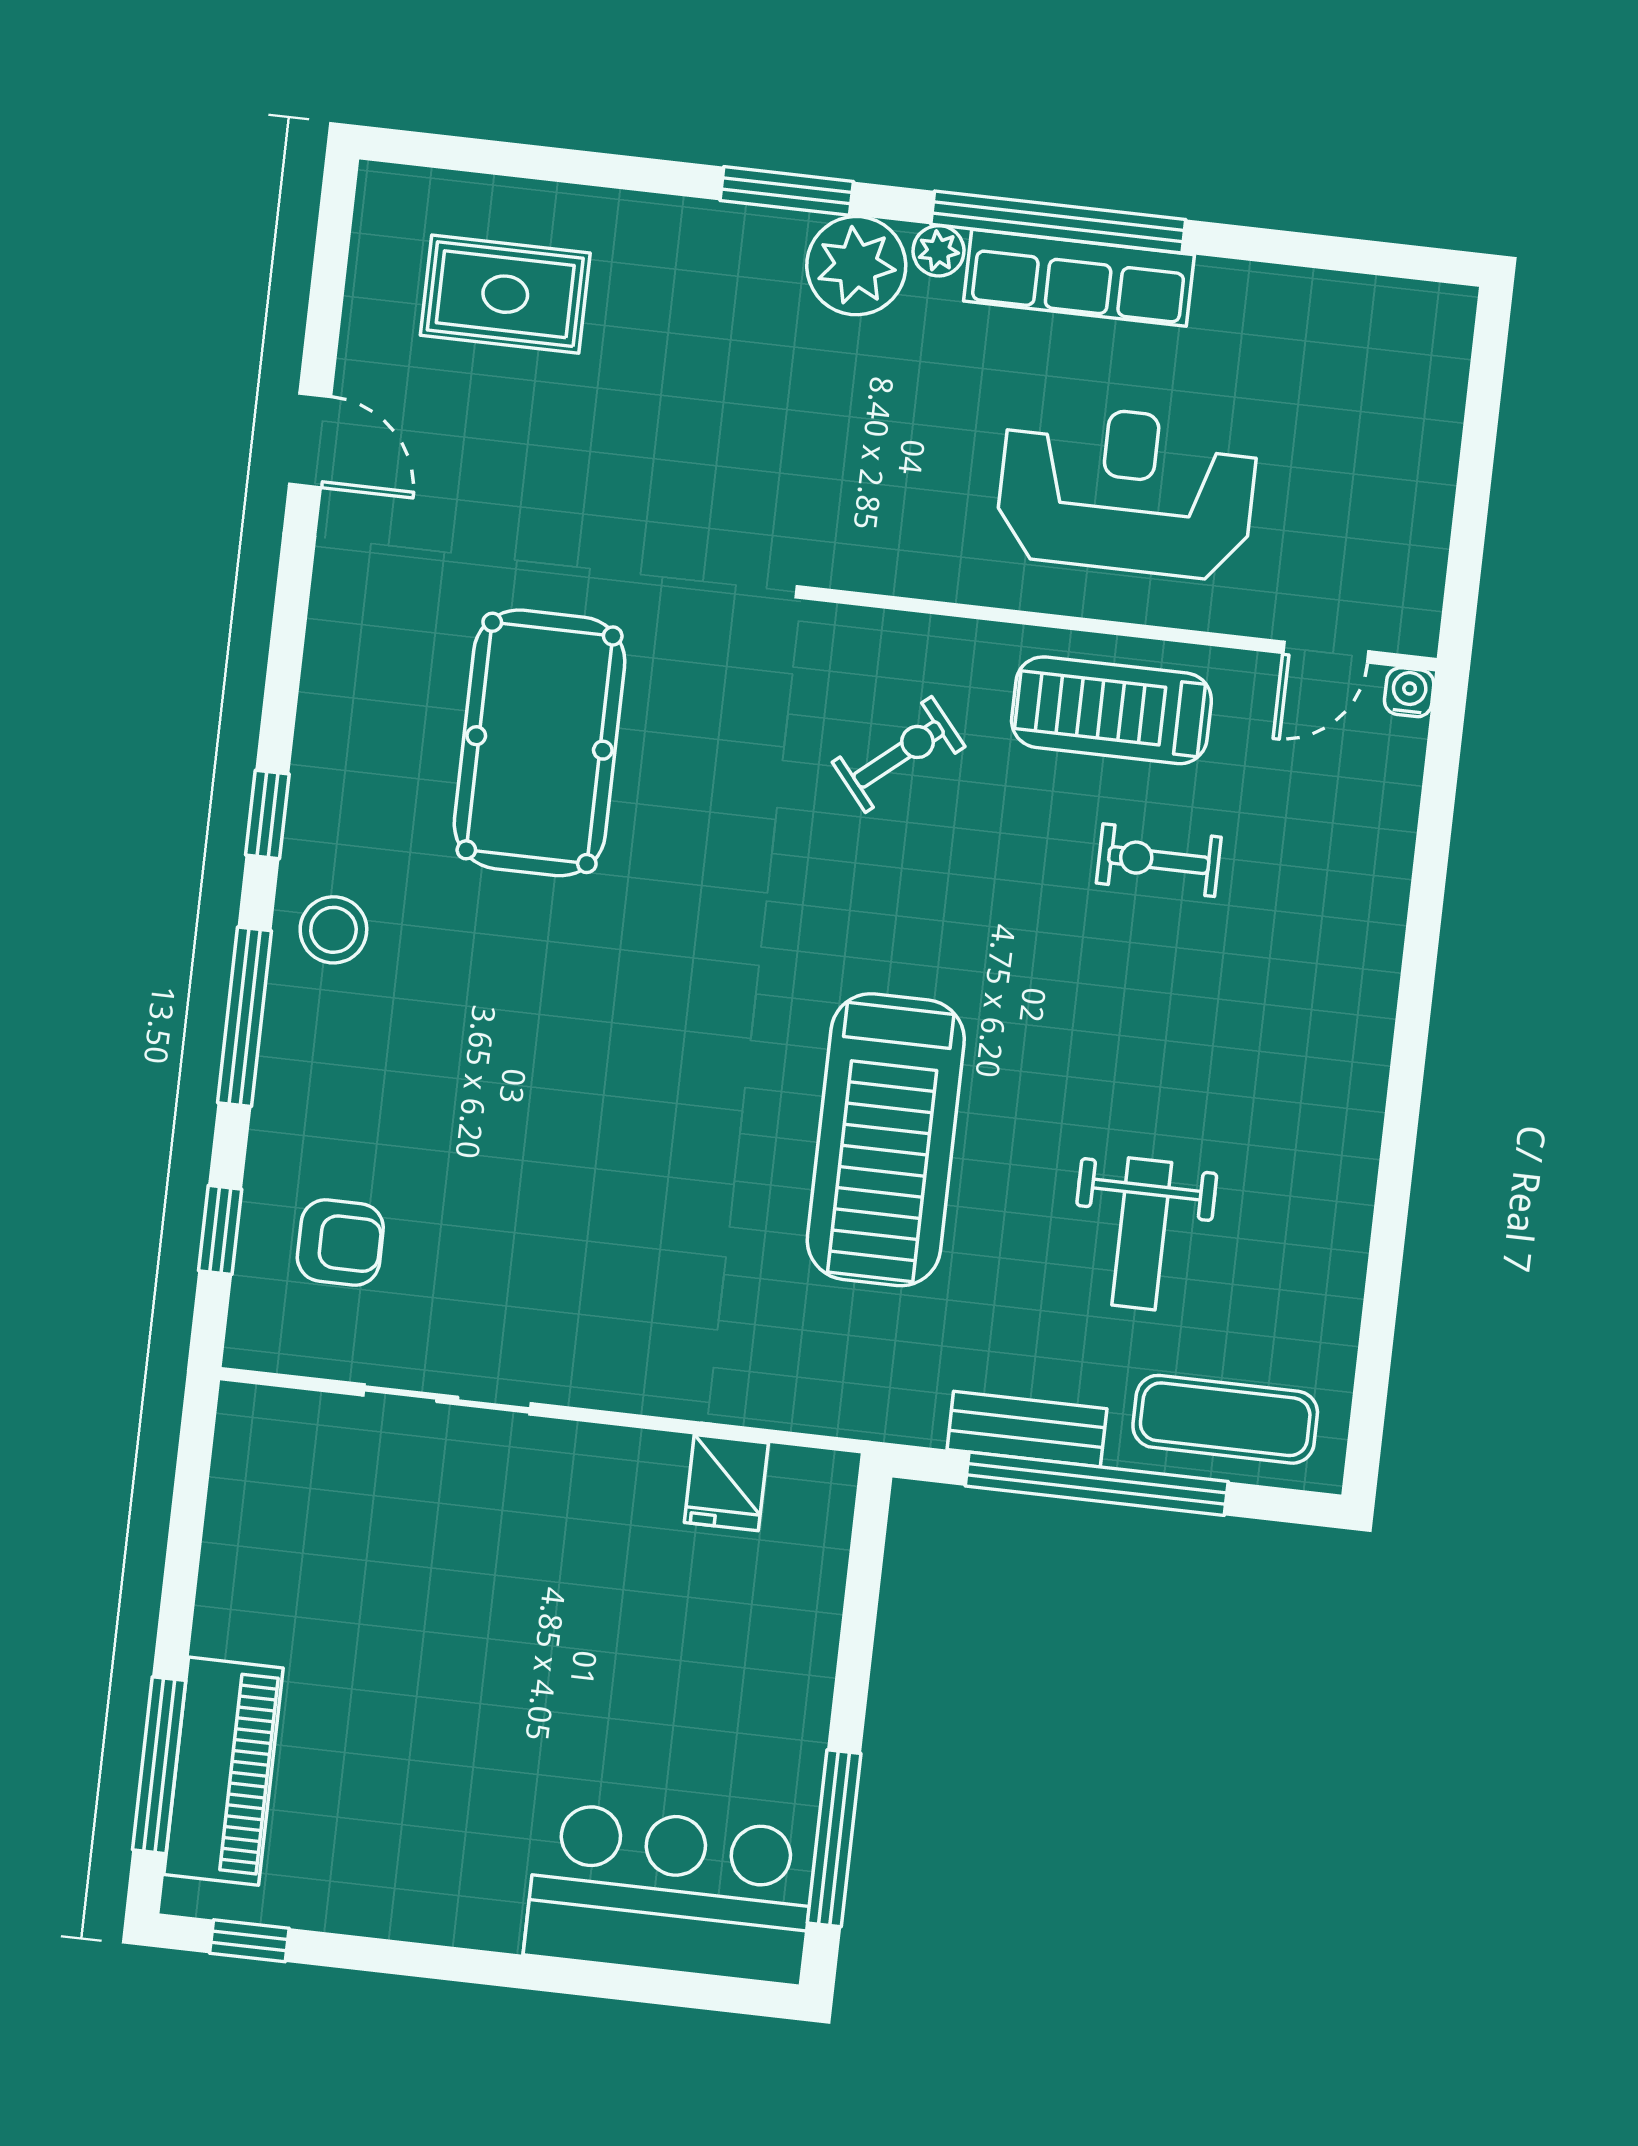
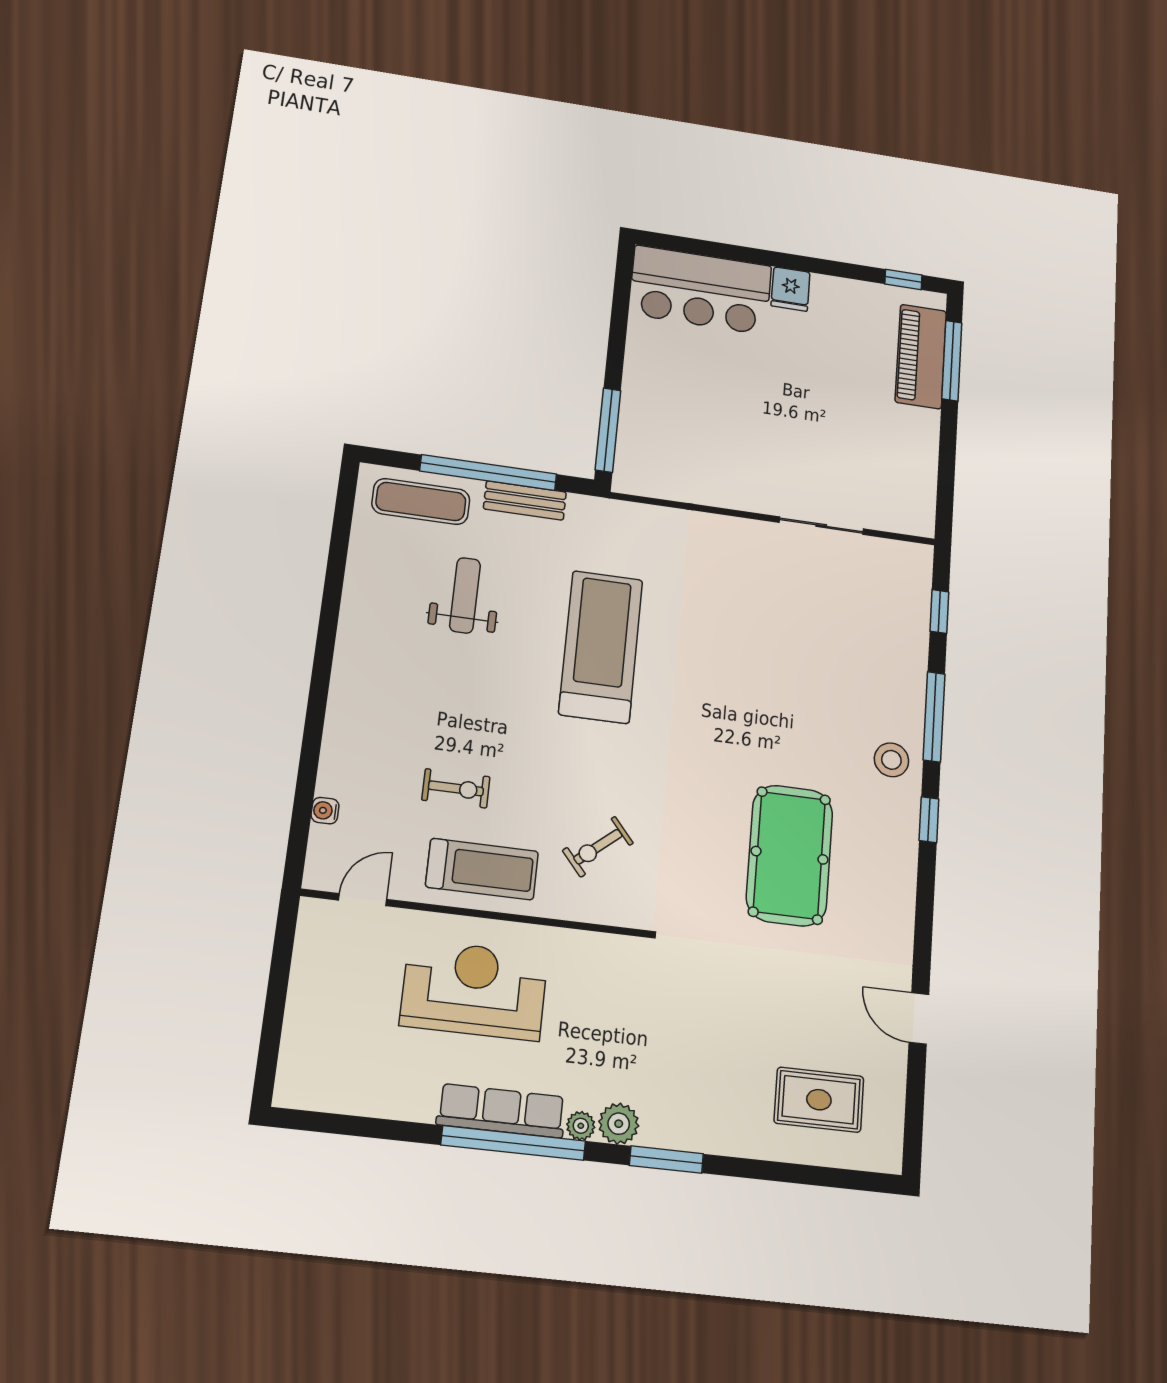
plant: (856, 266) -> (619, 1124), width x0.73, depth x0.73
reception desk: (1126, 491) -> (474, 990), turned 180
water cooler: (1409, 692) -> (325, 811), moved, turned 90
armchair: (340, 1243) -> (879, 604), removed
fridge: (726, 1483) -> (791, 289), moved, turned 180
window: (834, 1838) -> (608, 430), moved

